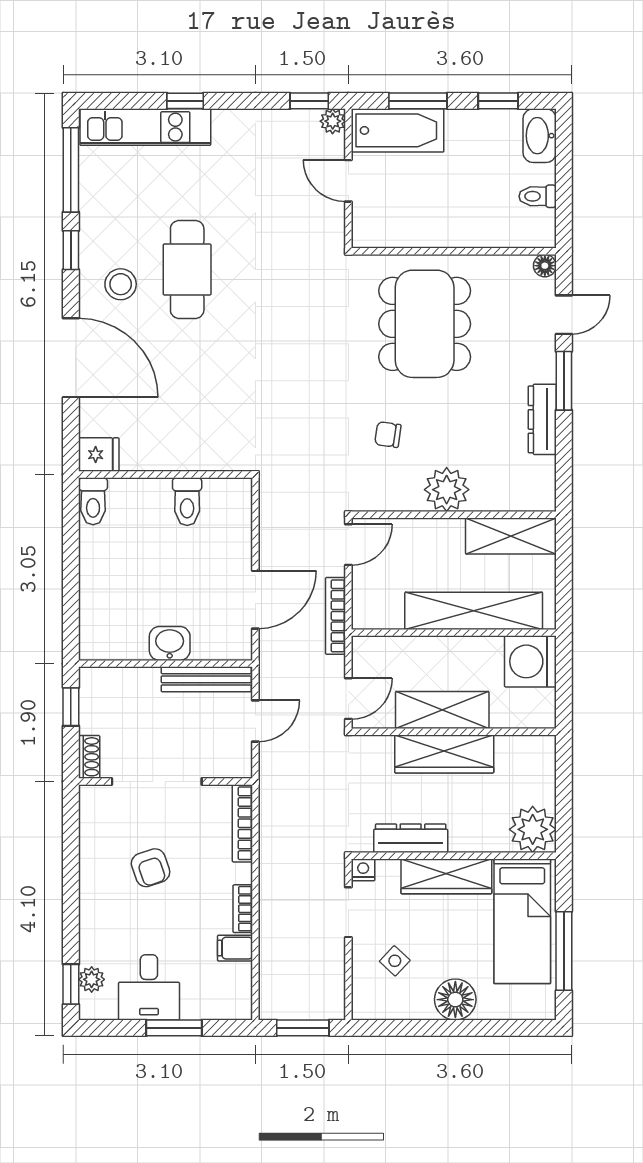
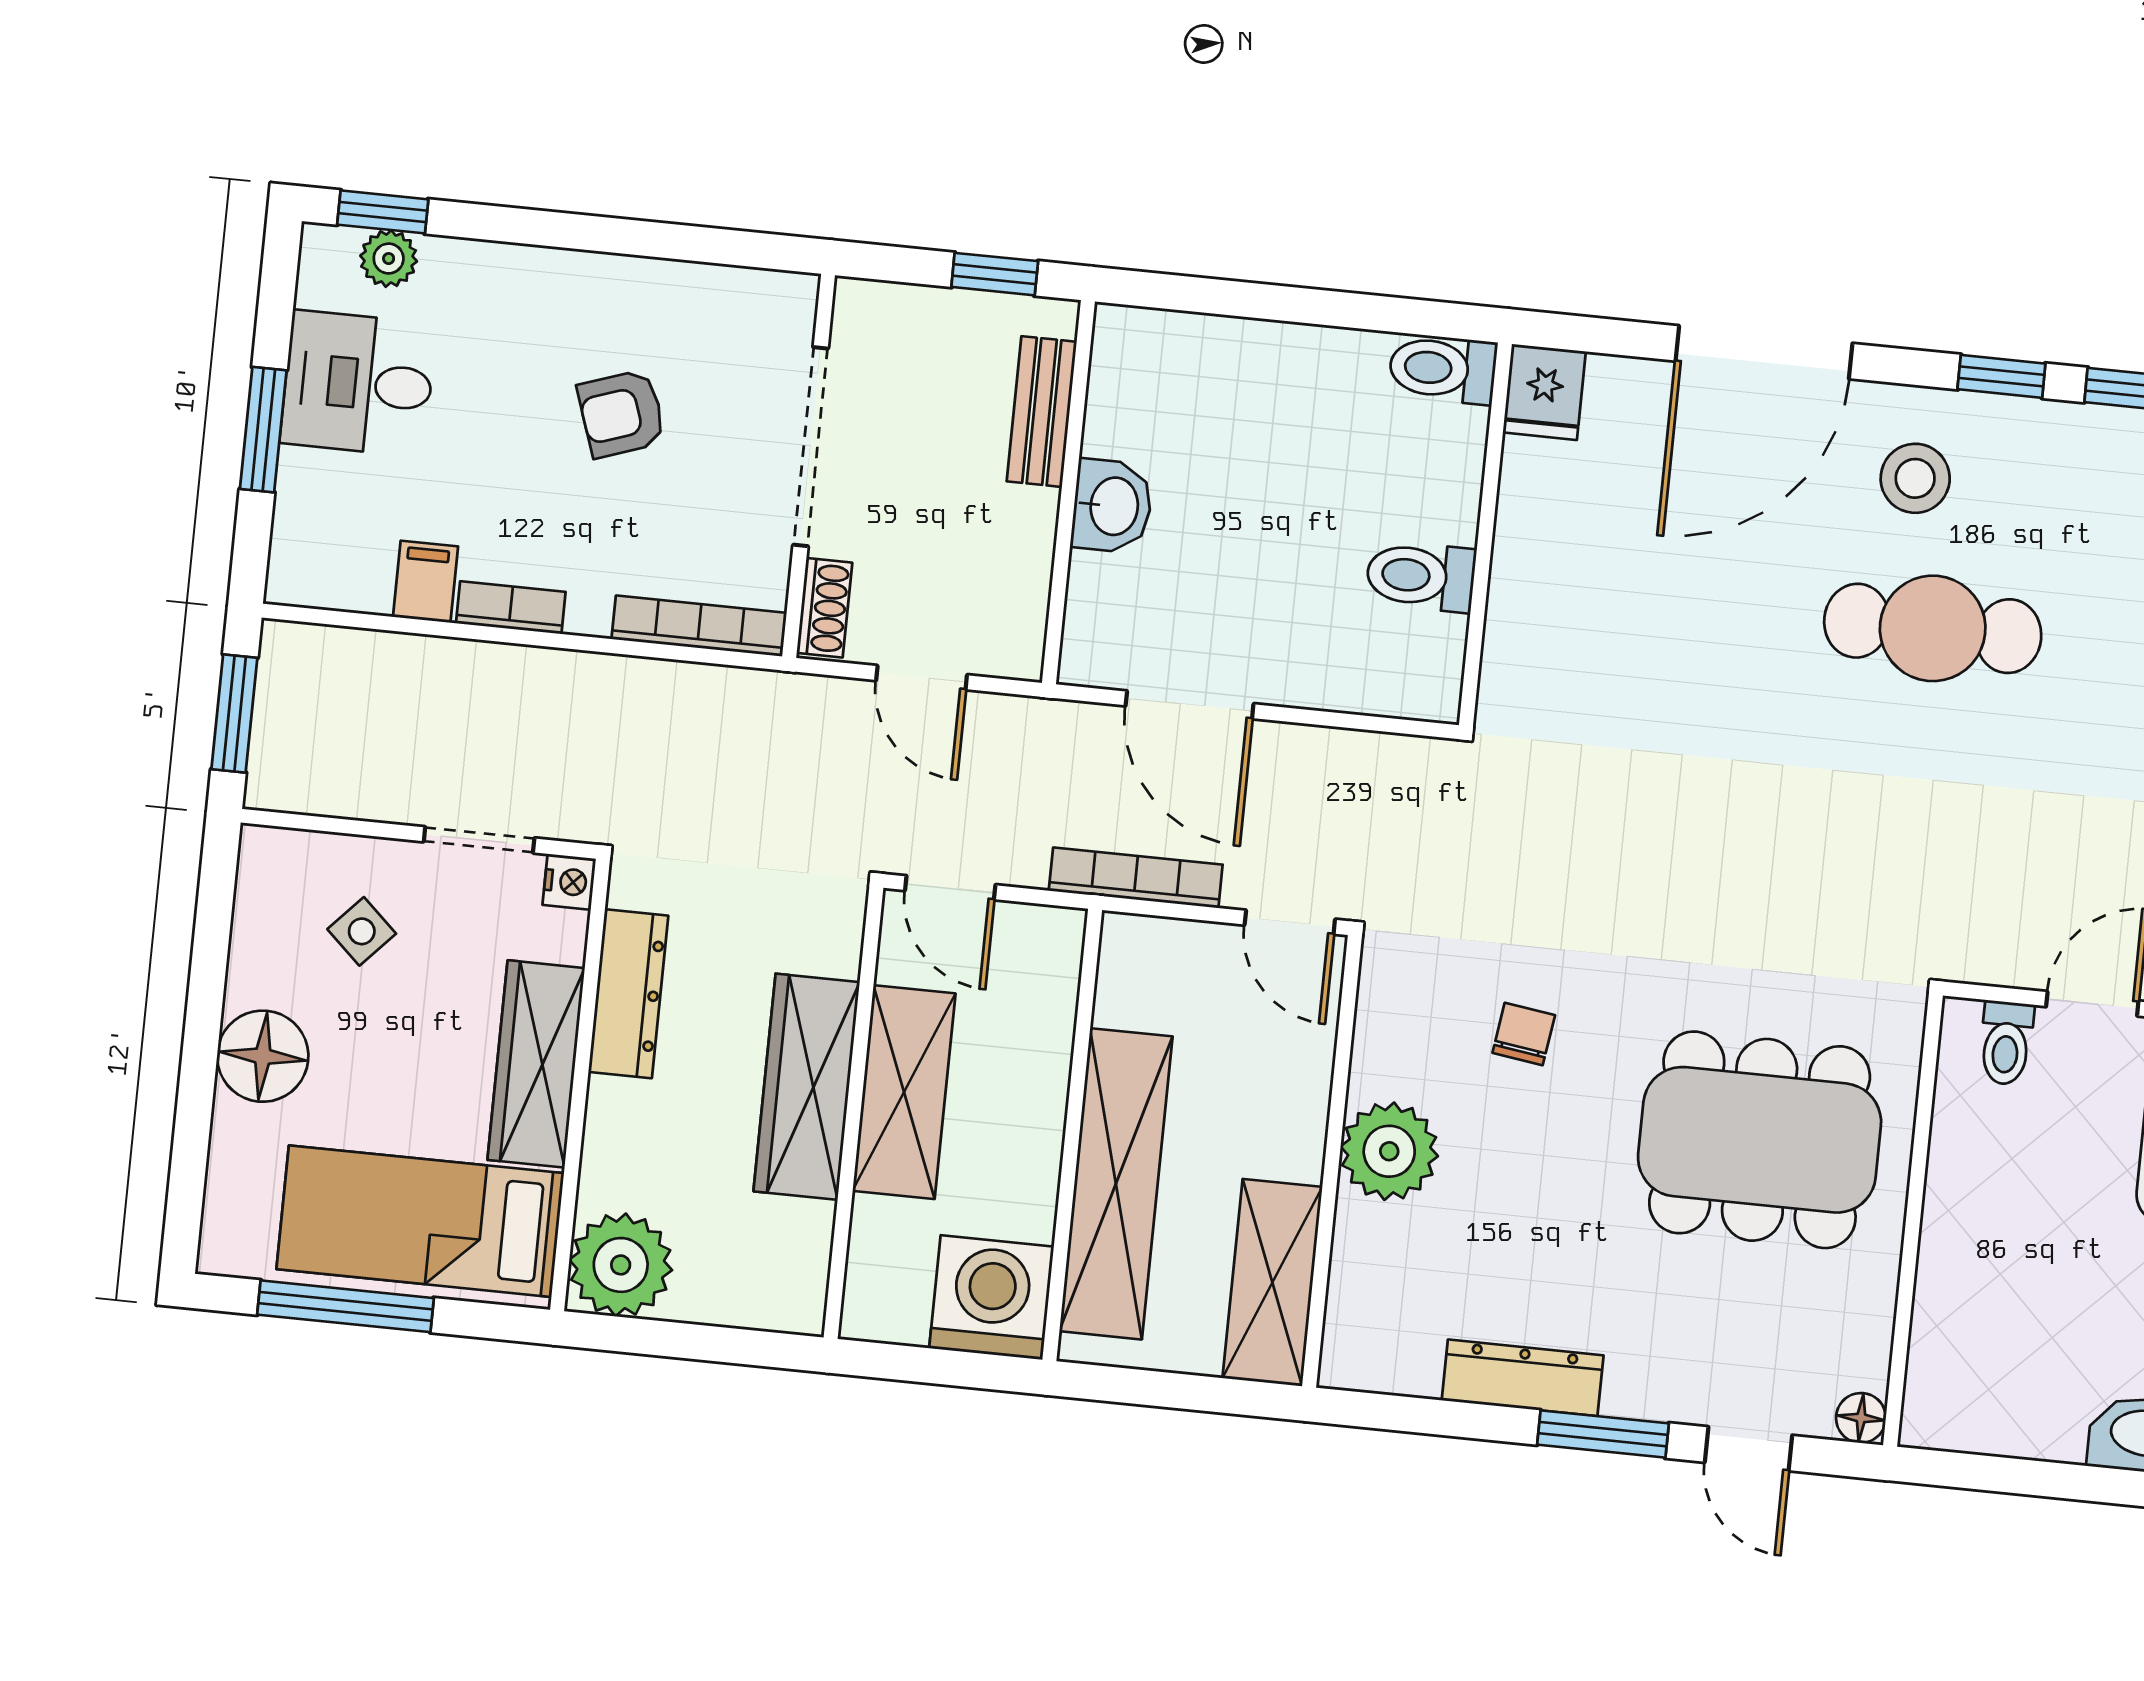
toilet: (538, 196) -> (2006, 1043), moved, turned 180
bench: (206, 679) -> (1042, 412), moved, width x0.73
shoe rack: (89, 757) -> (824, 608), moved, turned -90

